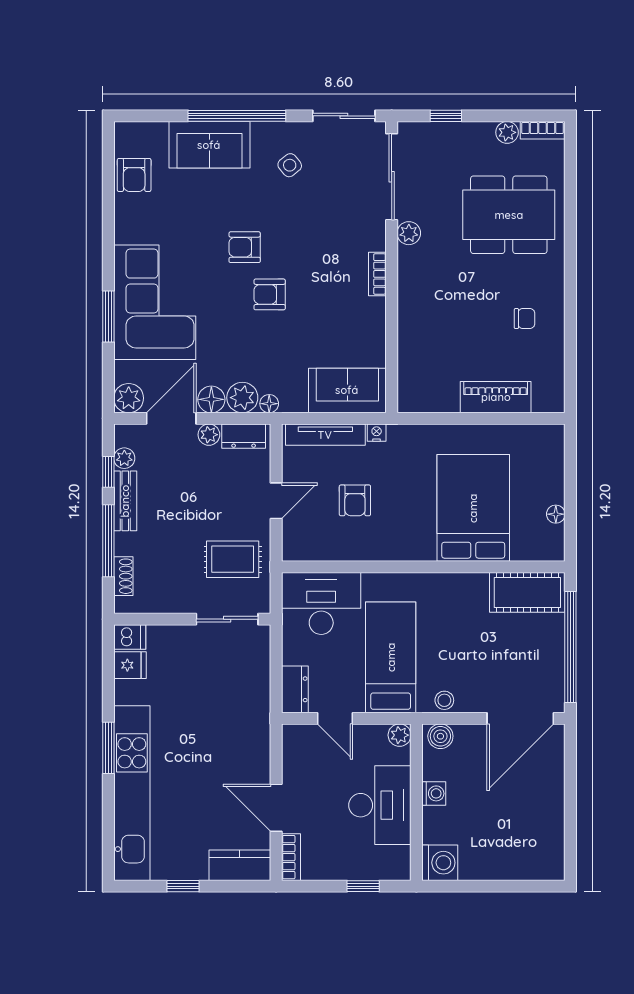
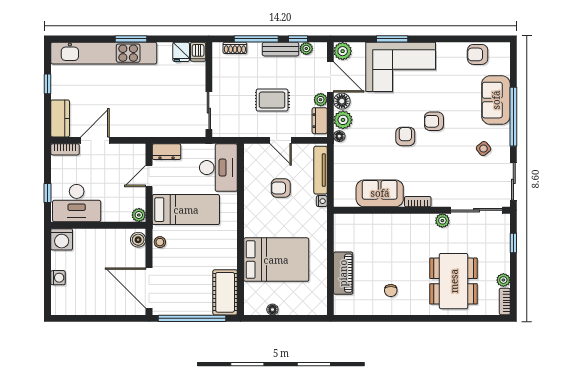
armchair: (245, 247) -> (434, 121), turned -90
sofa: (347, 390) -> (380, 193), moved, turned -90
rug: (233, 559) -> (272, 100), moved, turned 90
washing machine: (434, 793) -> (58, 278), moved, turned -90
desk: (380, 805) -> (77, 203), moved

